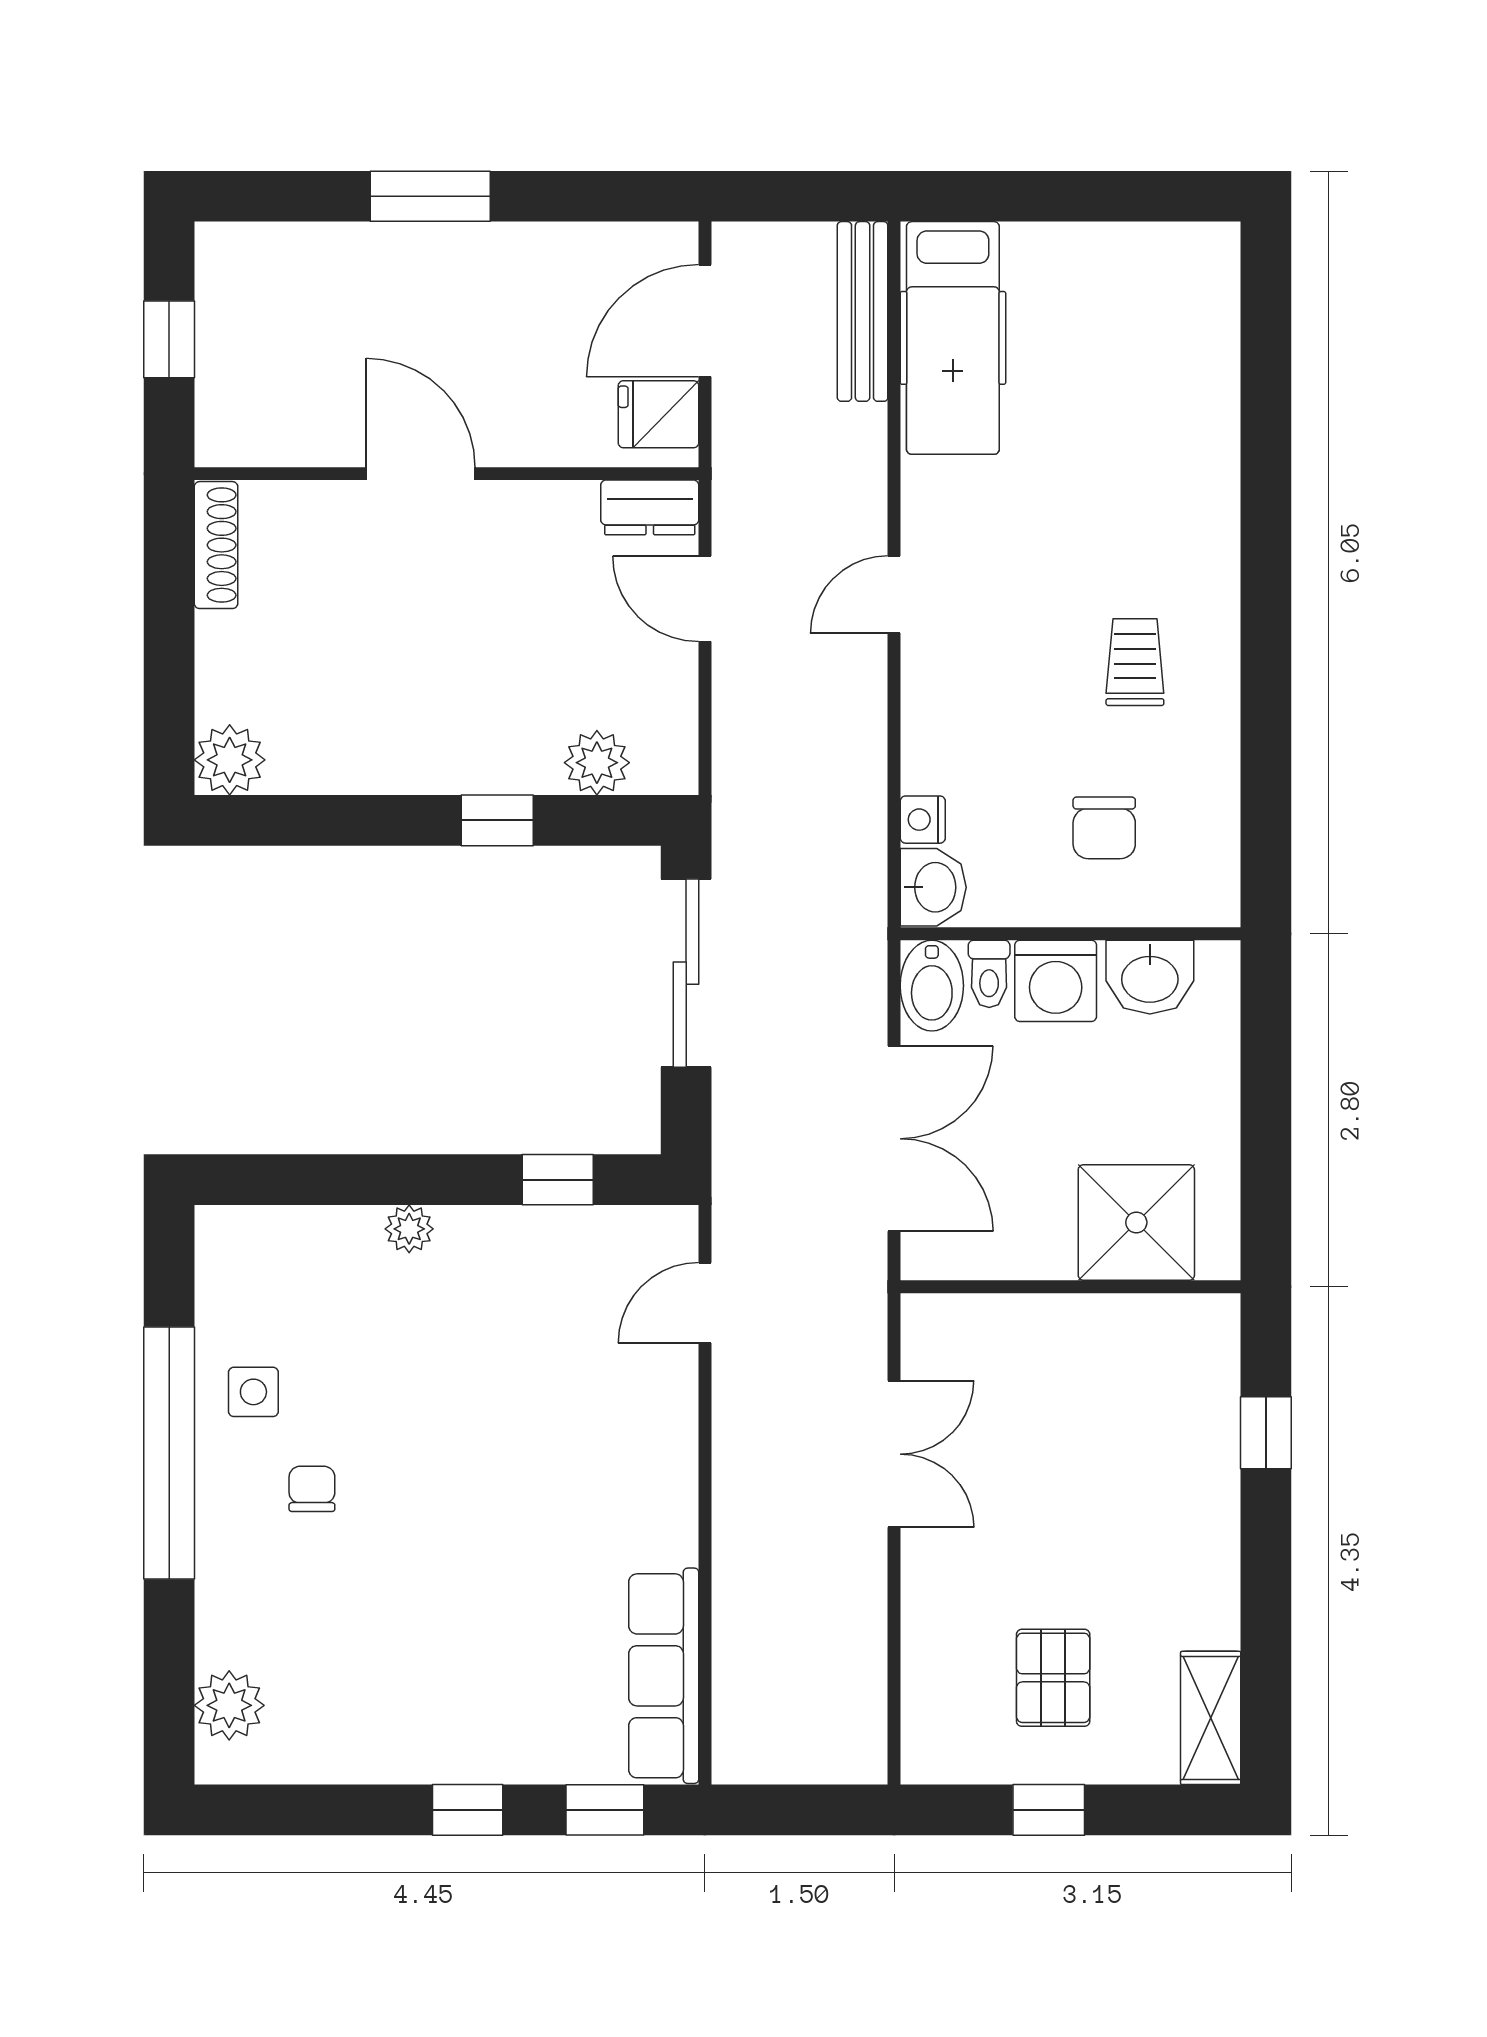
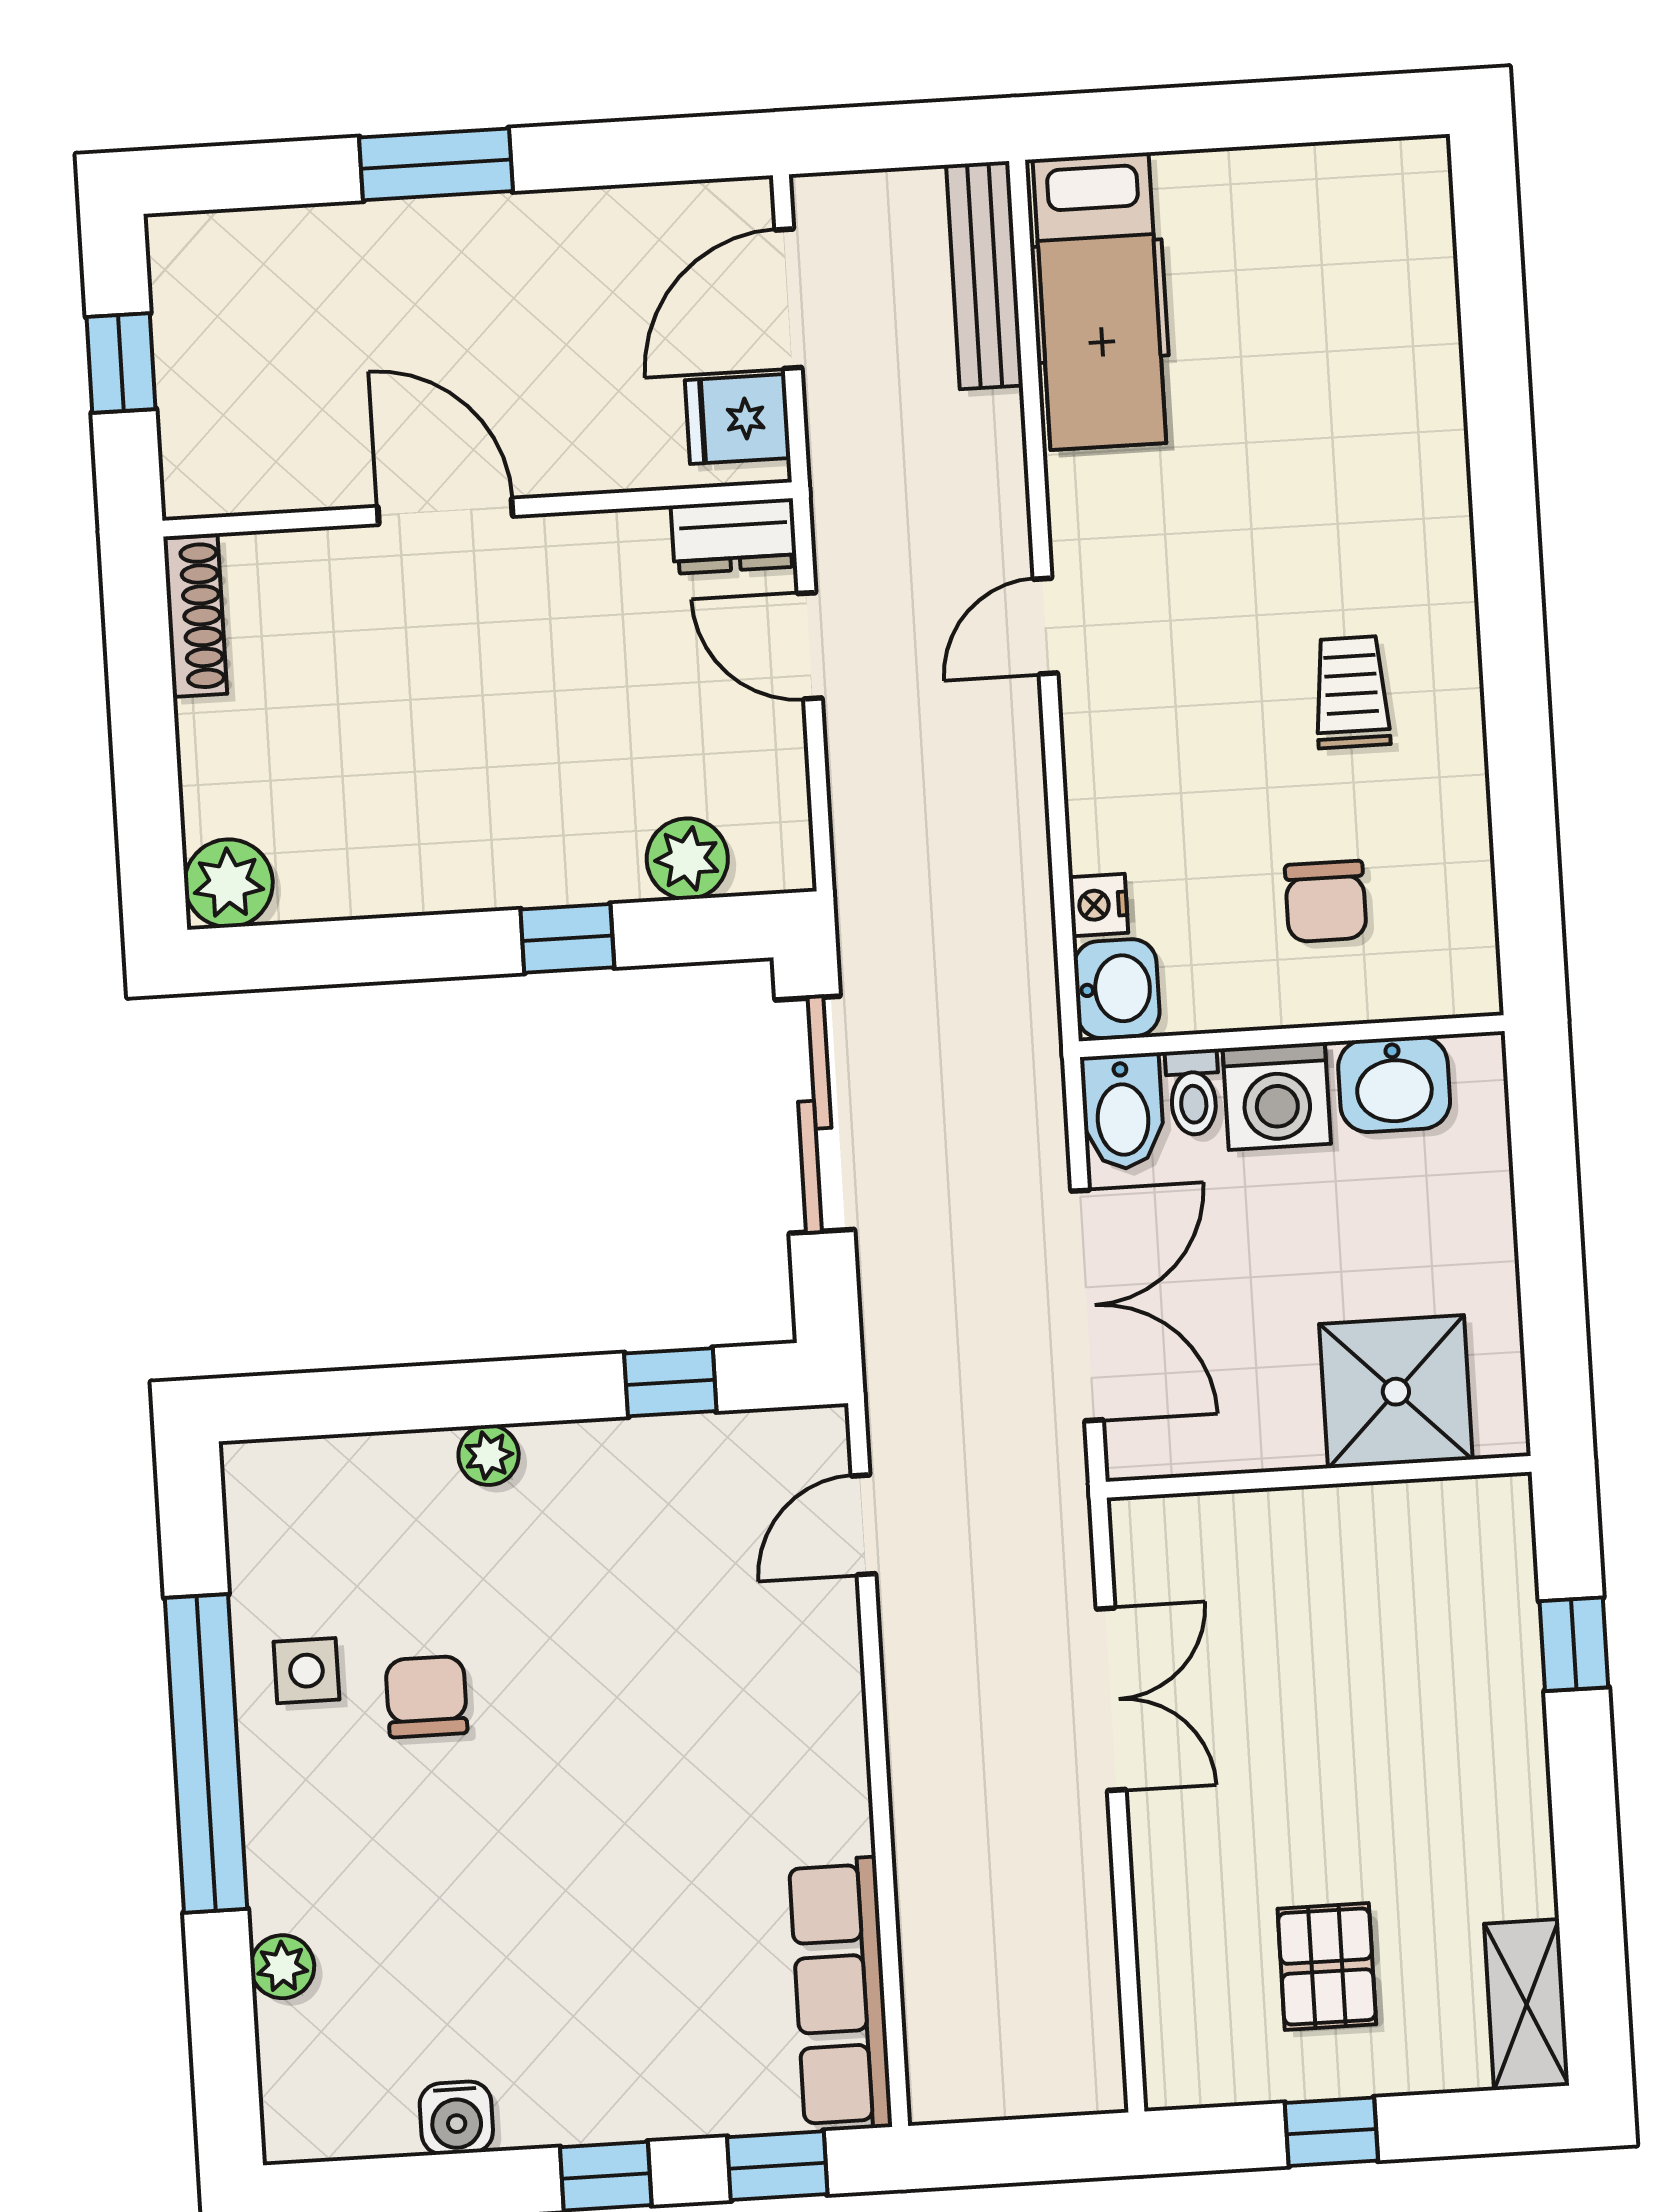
chair: (312, 1489) -> (426, 1697), moved, width x1.37, depth x1.37
plant: (229, 1705) -> (282, 1967), moved, width x0.73, depth x0.73
water cooler: (351, 1756) -> (456, 2118), added

